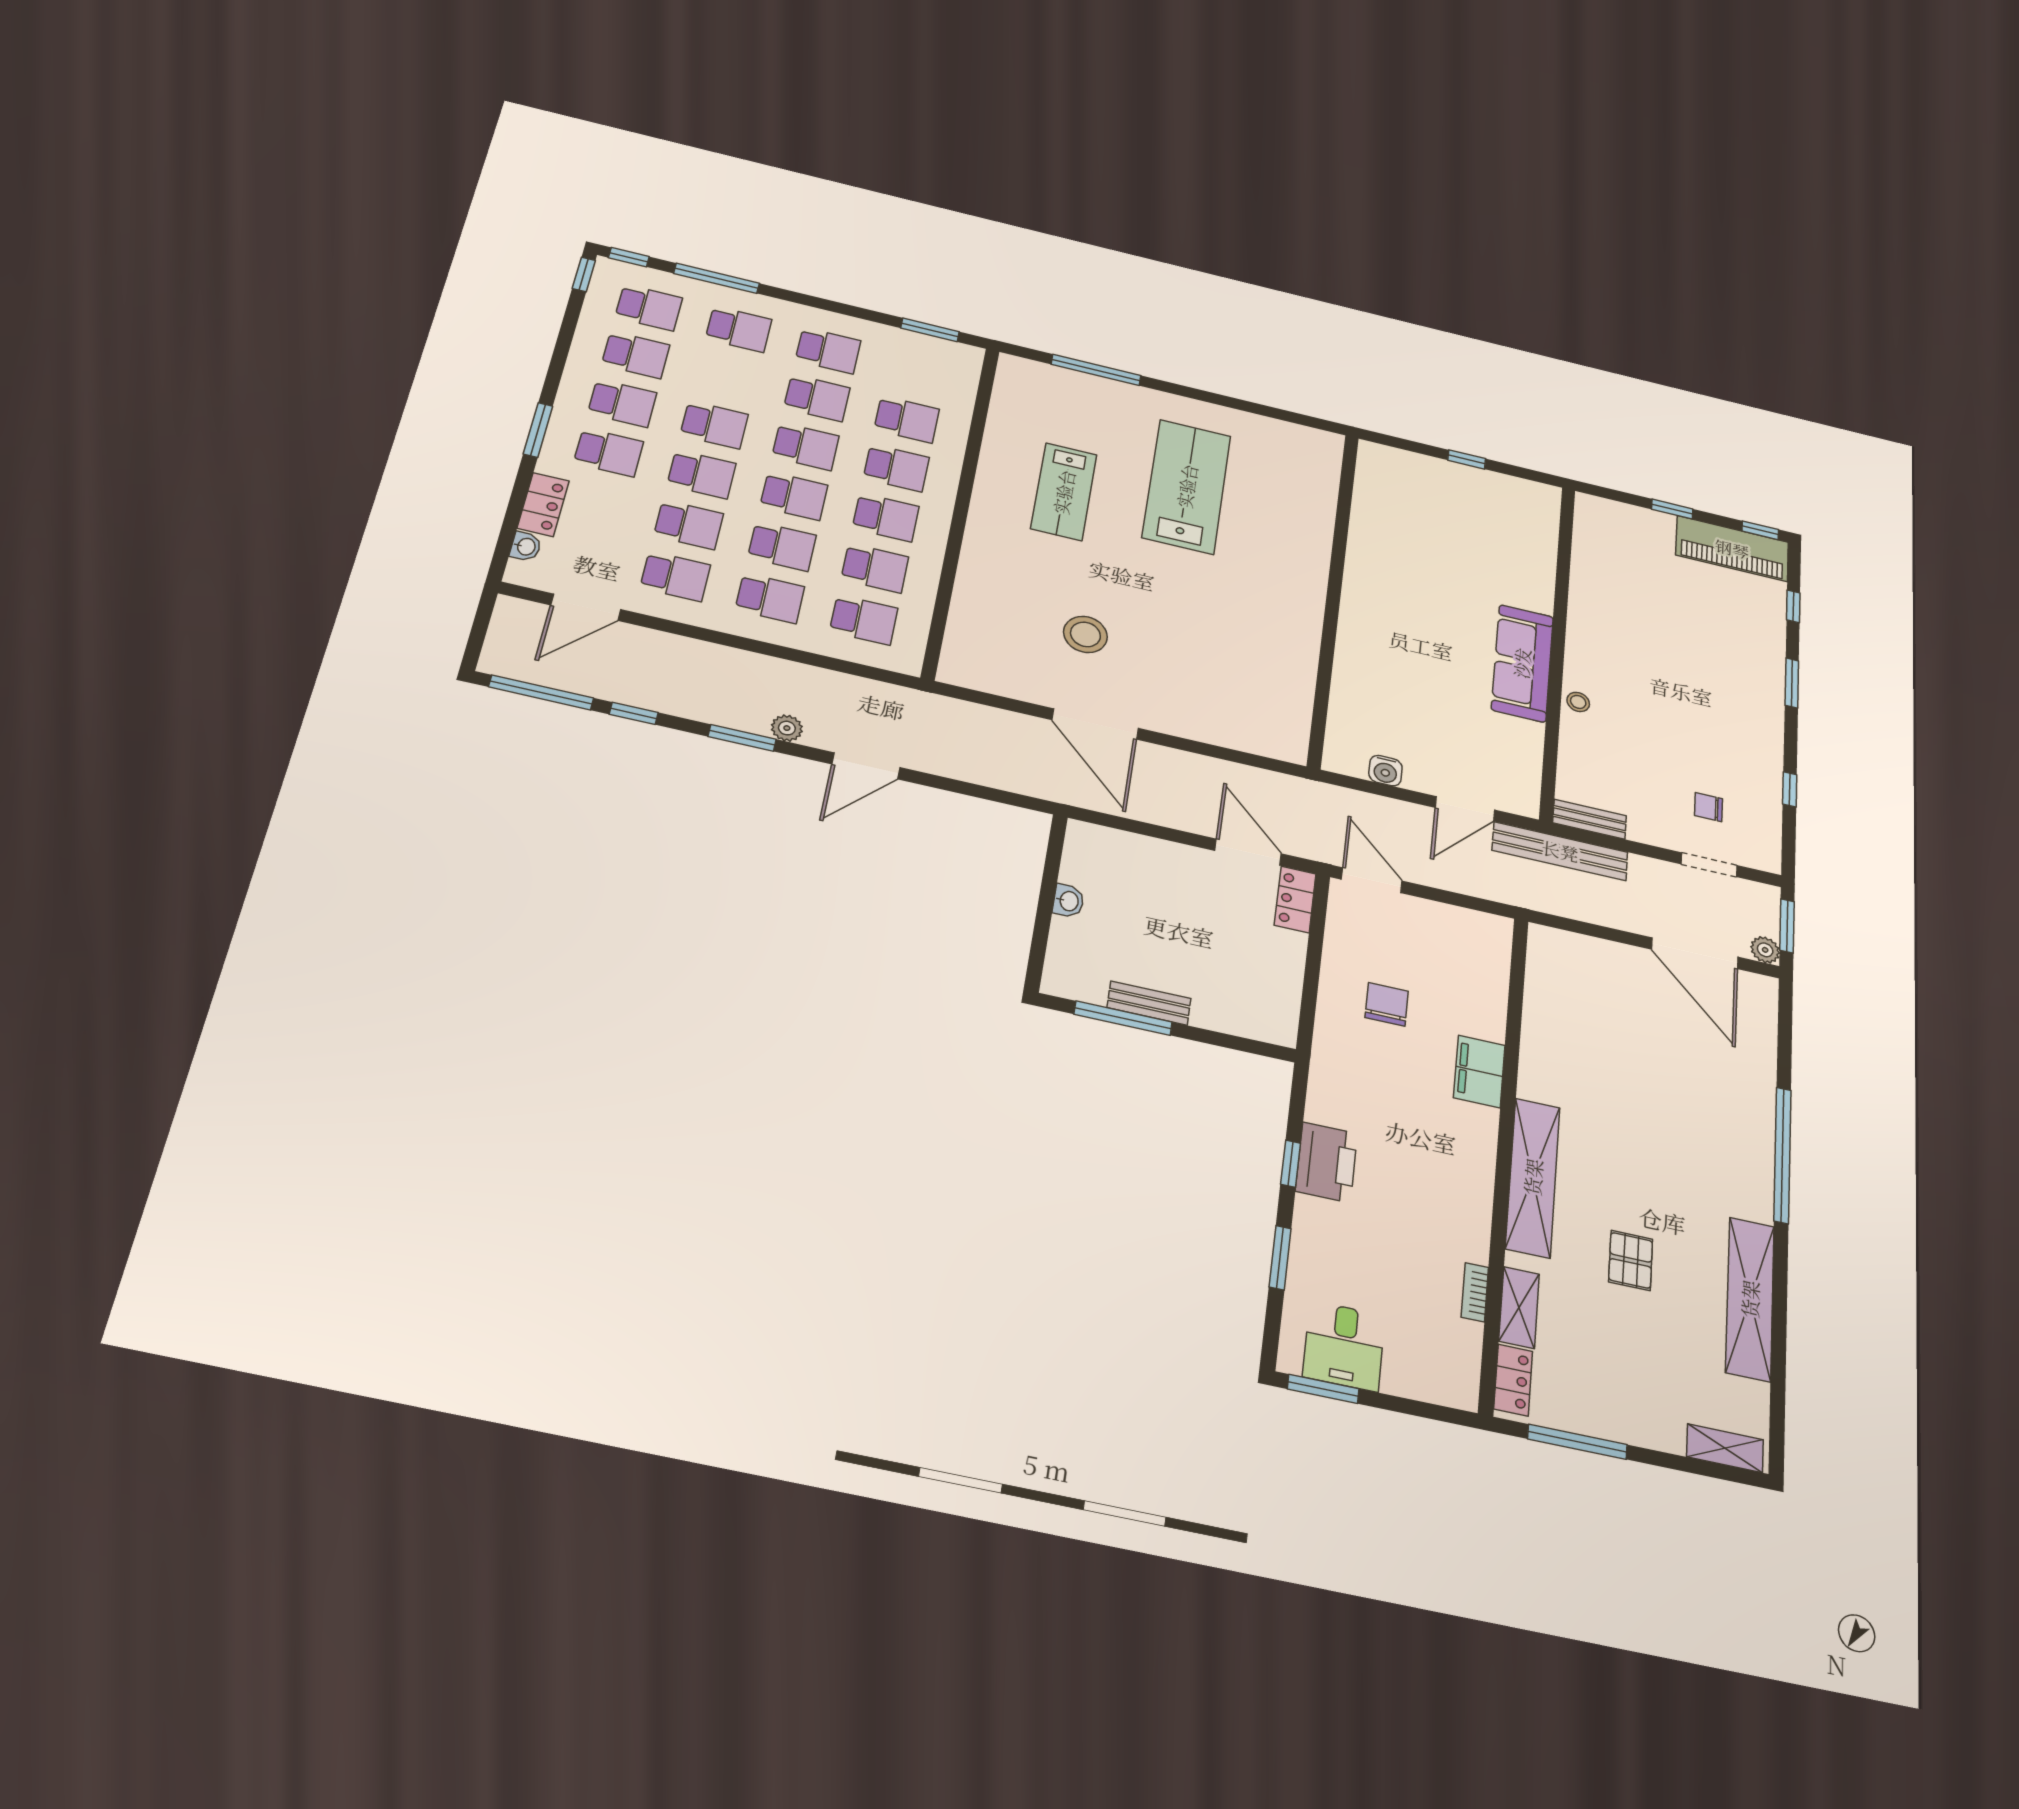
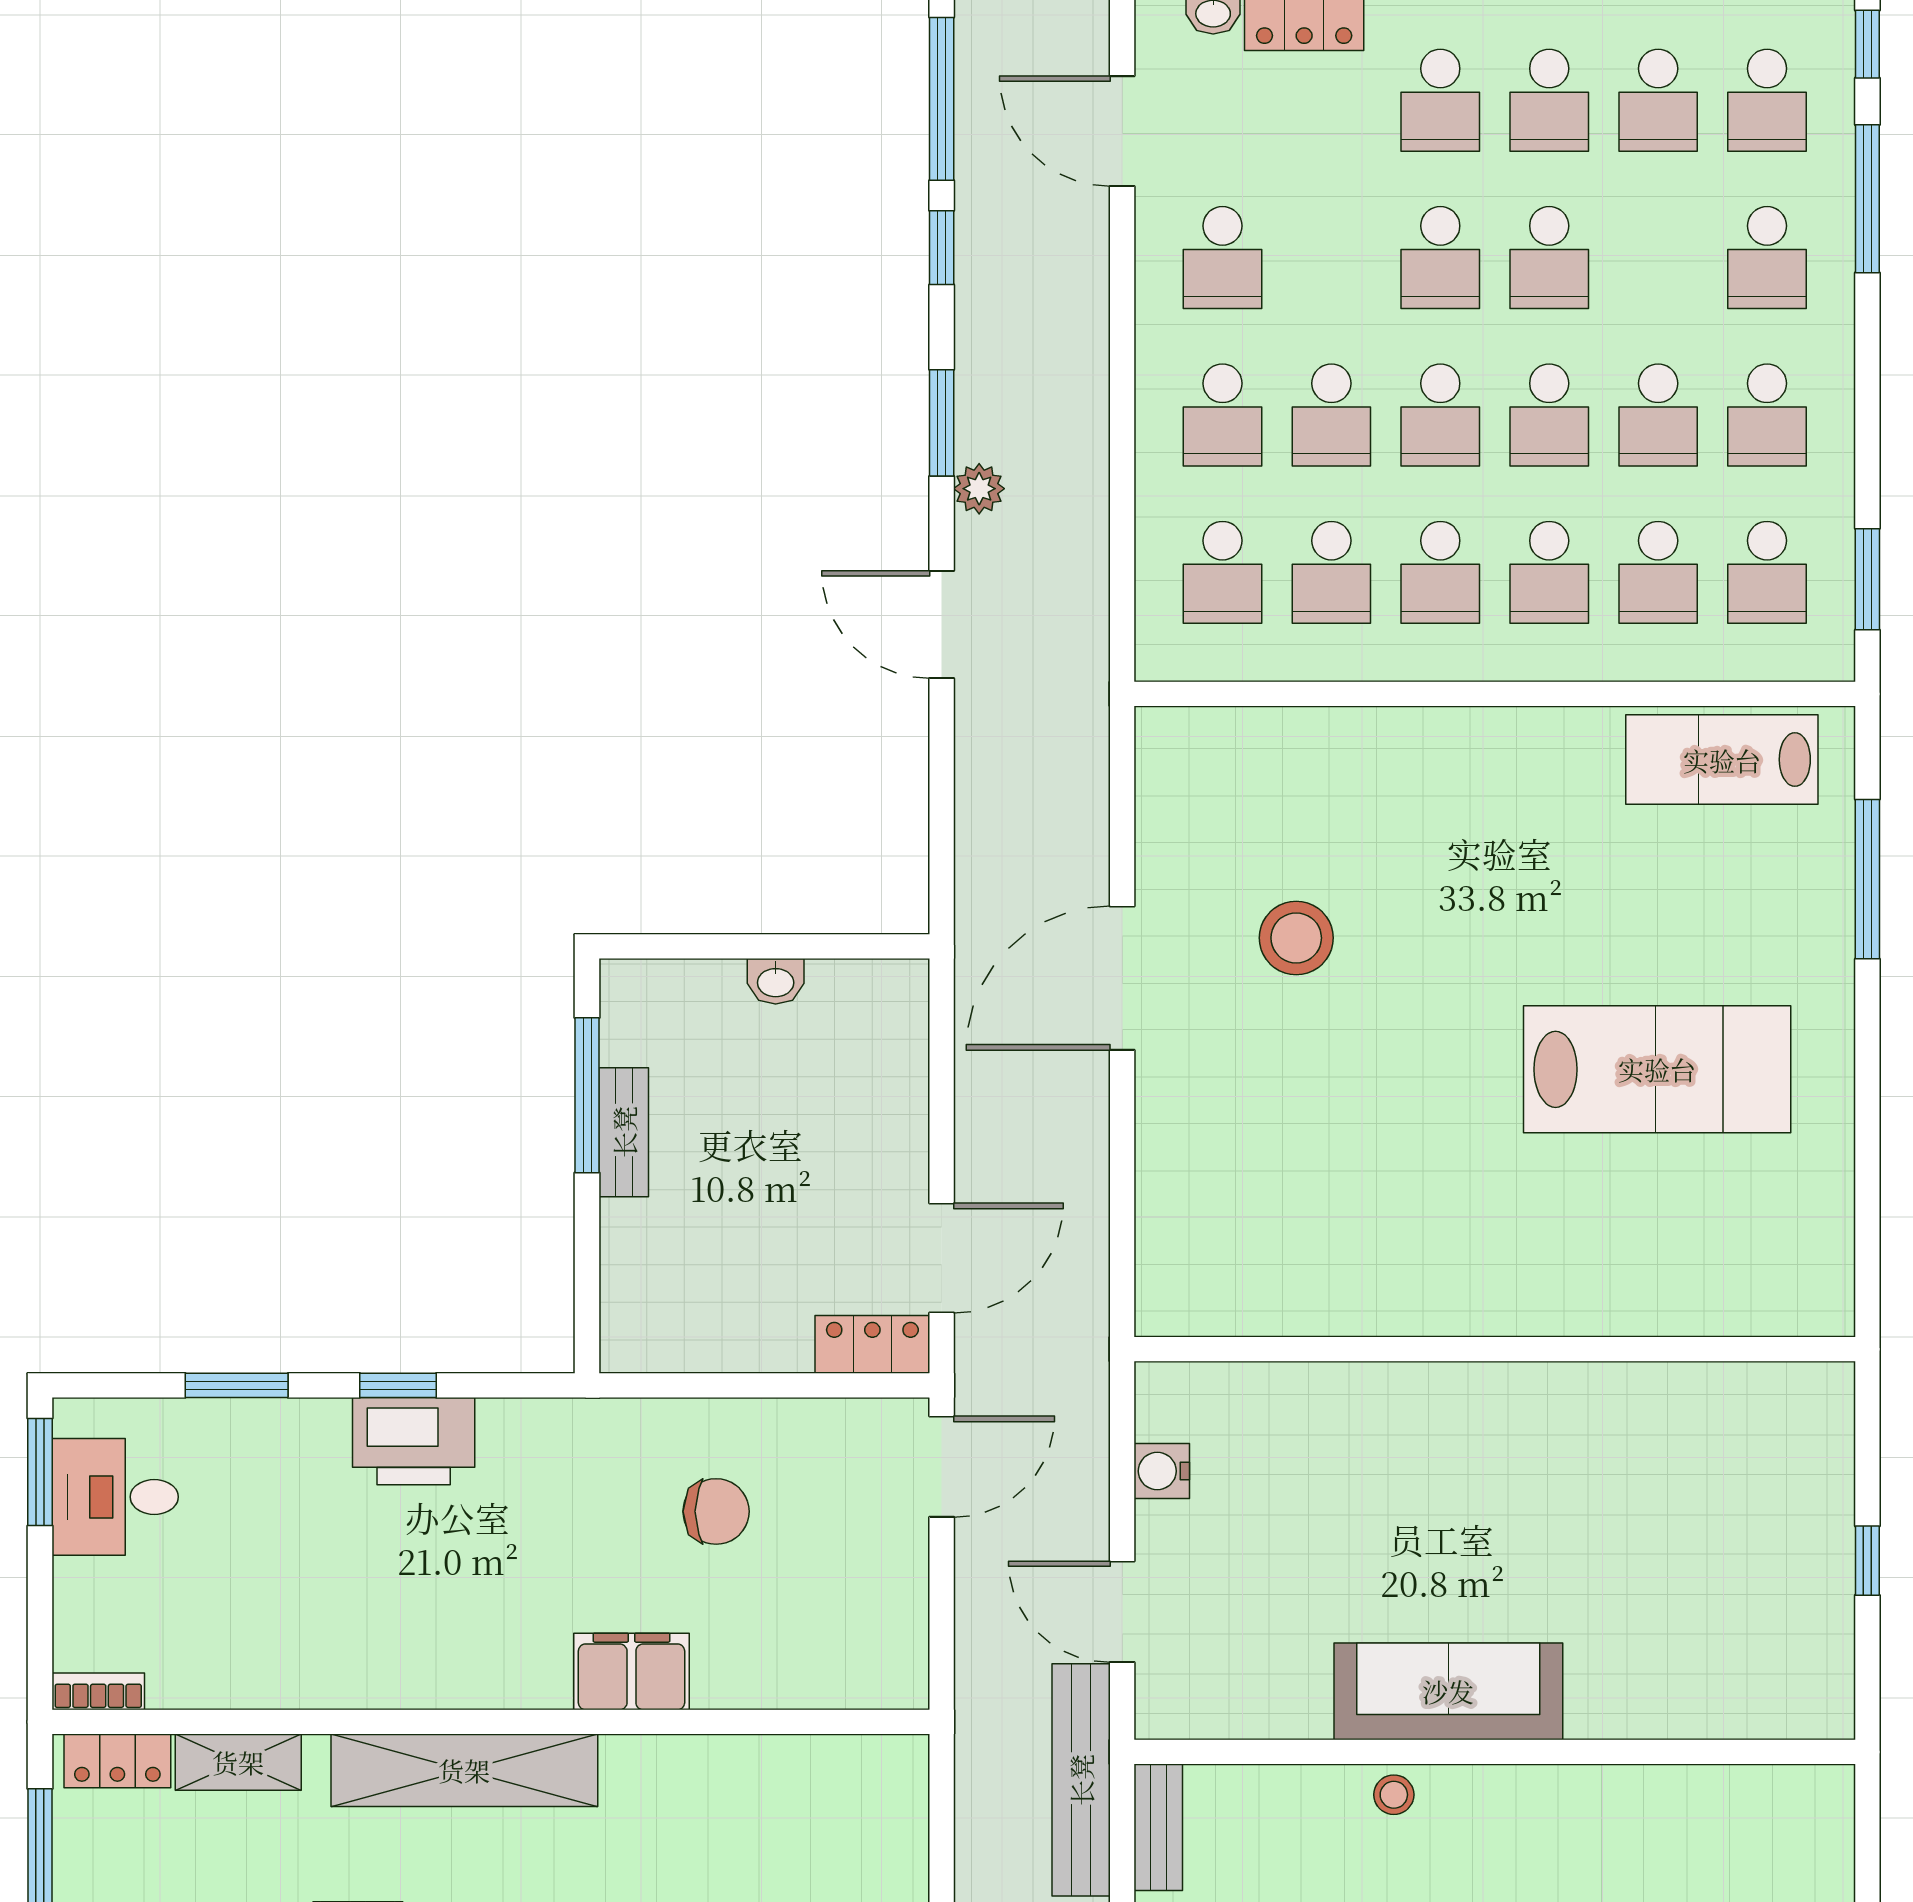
lab bench: (1064, 492) -> (1722, 760), moved
school desk: (689, 525) -> (1767, 572), moved
bookcase: (1475, 1292) -> (98, 1691), moved

